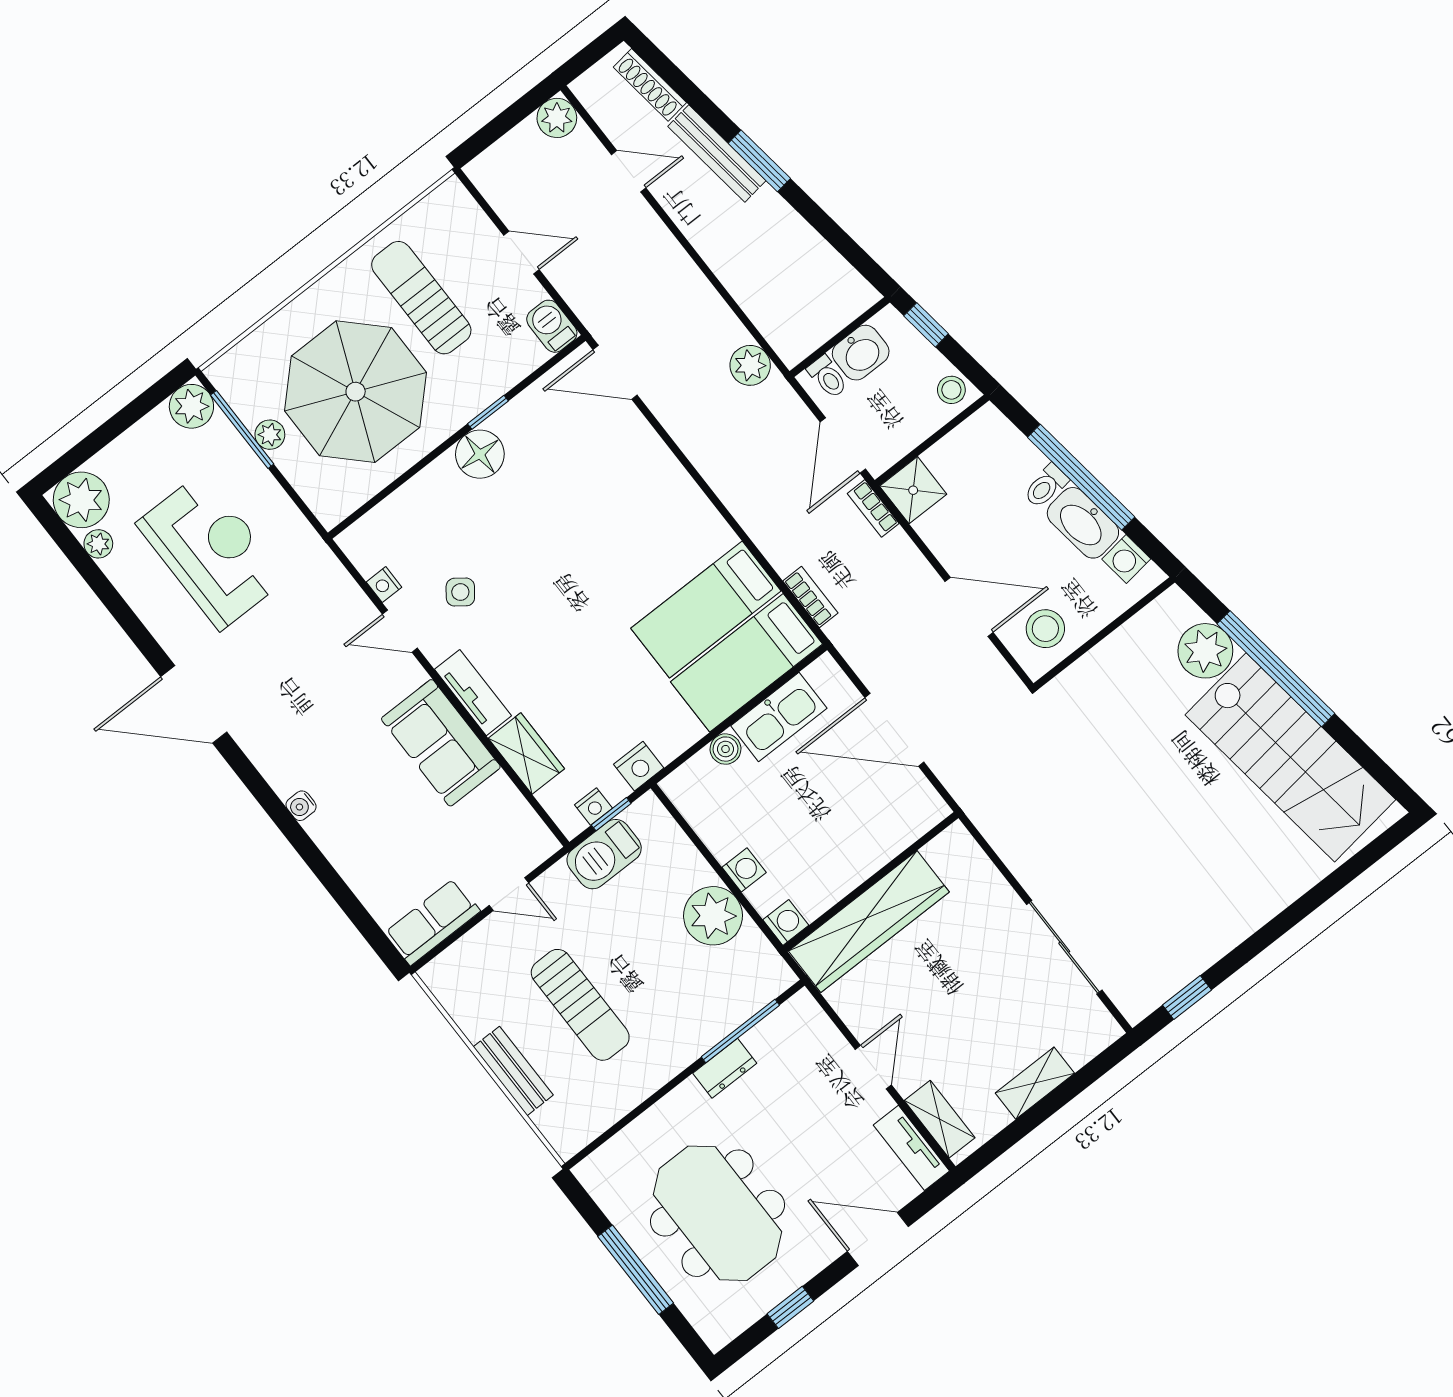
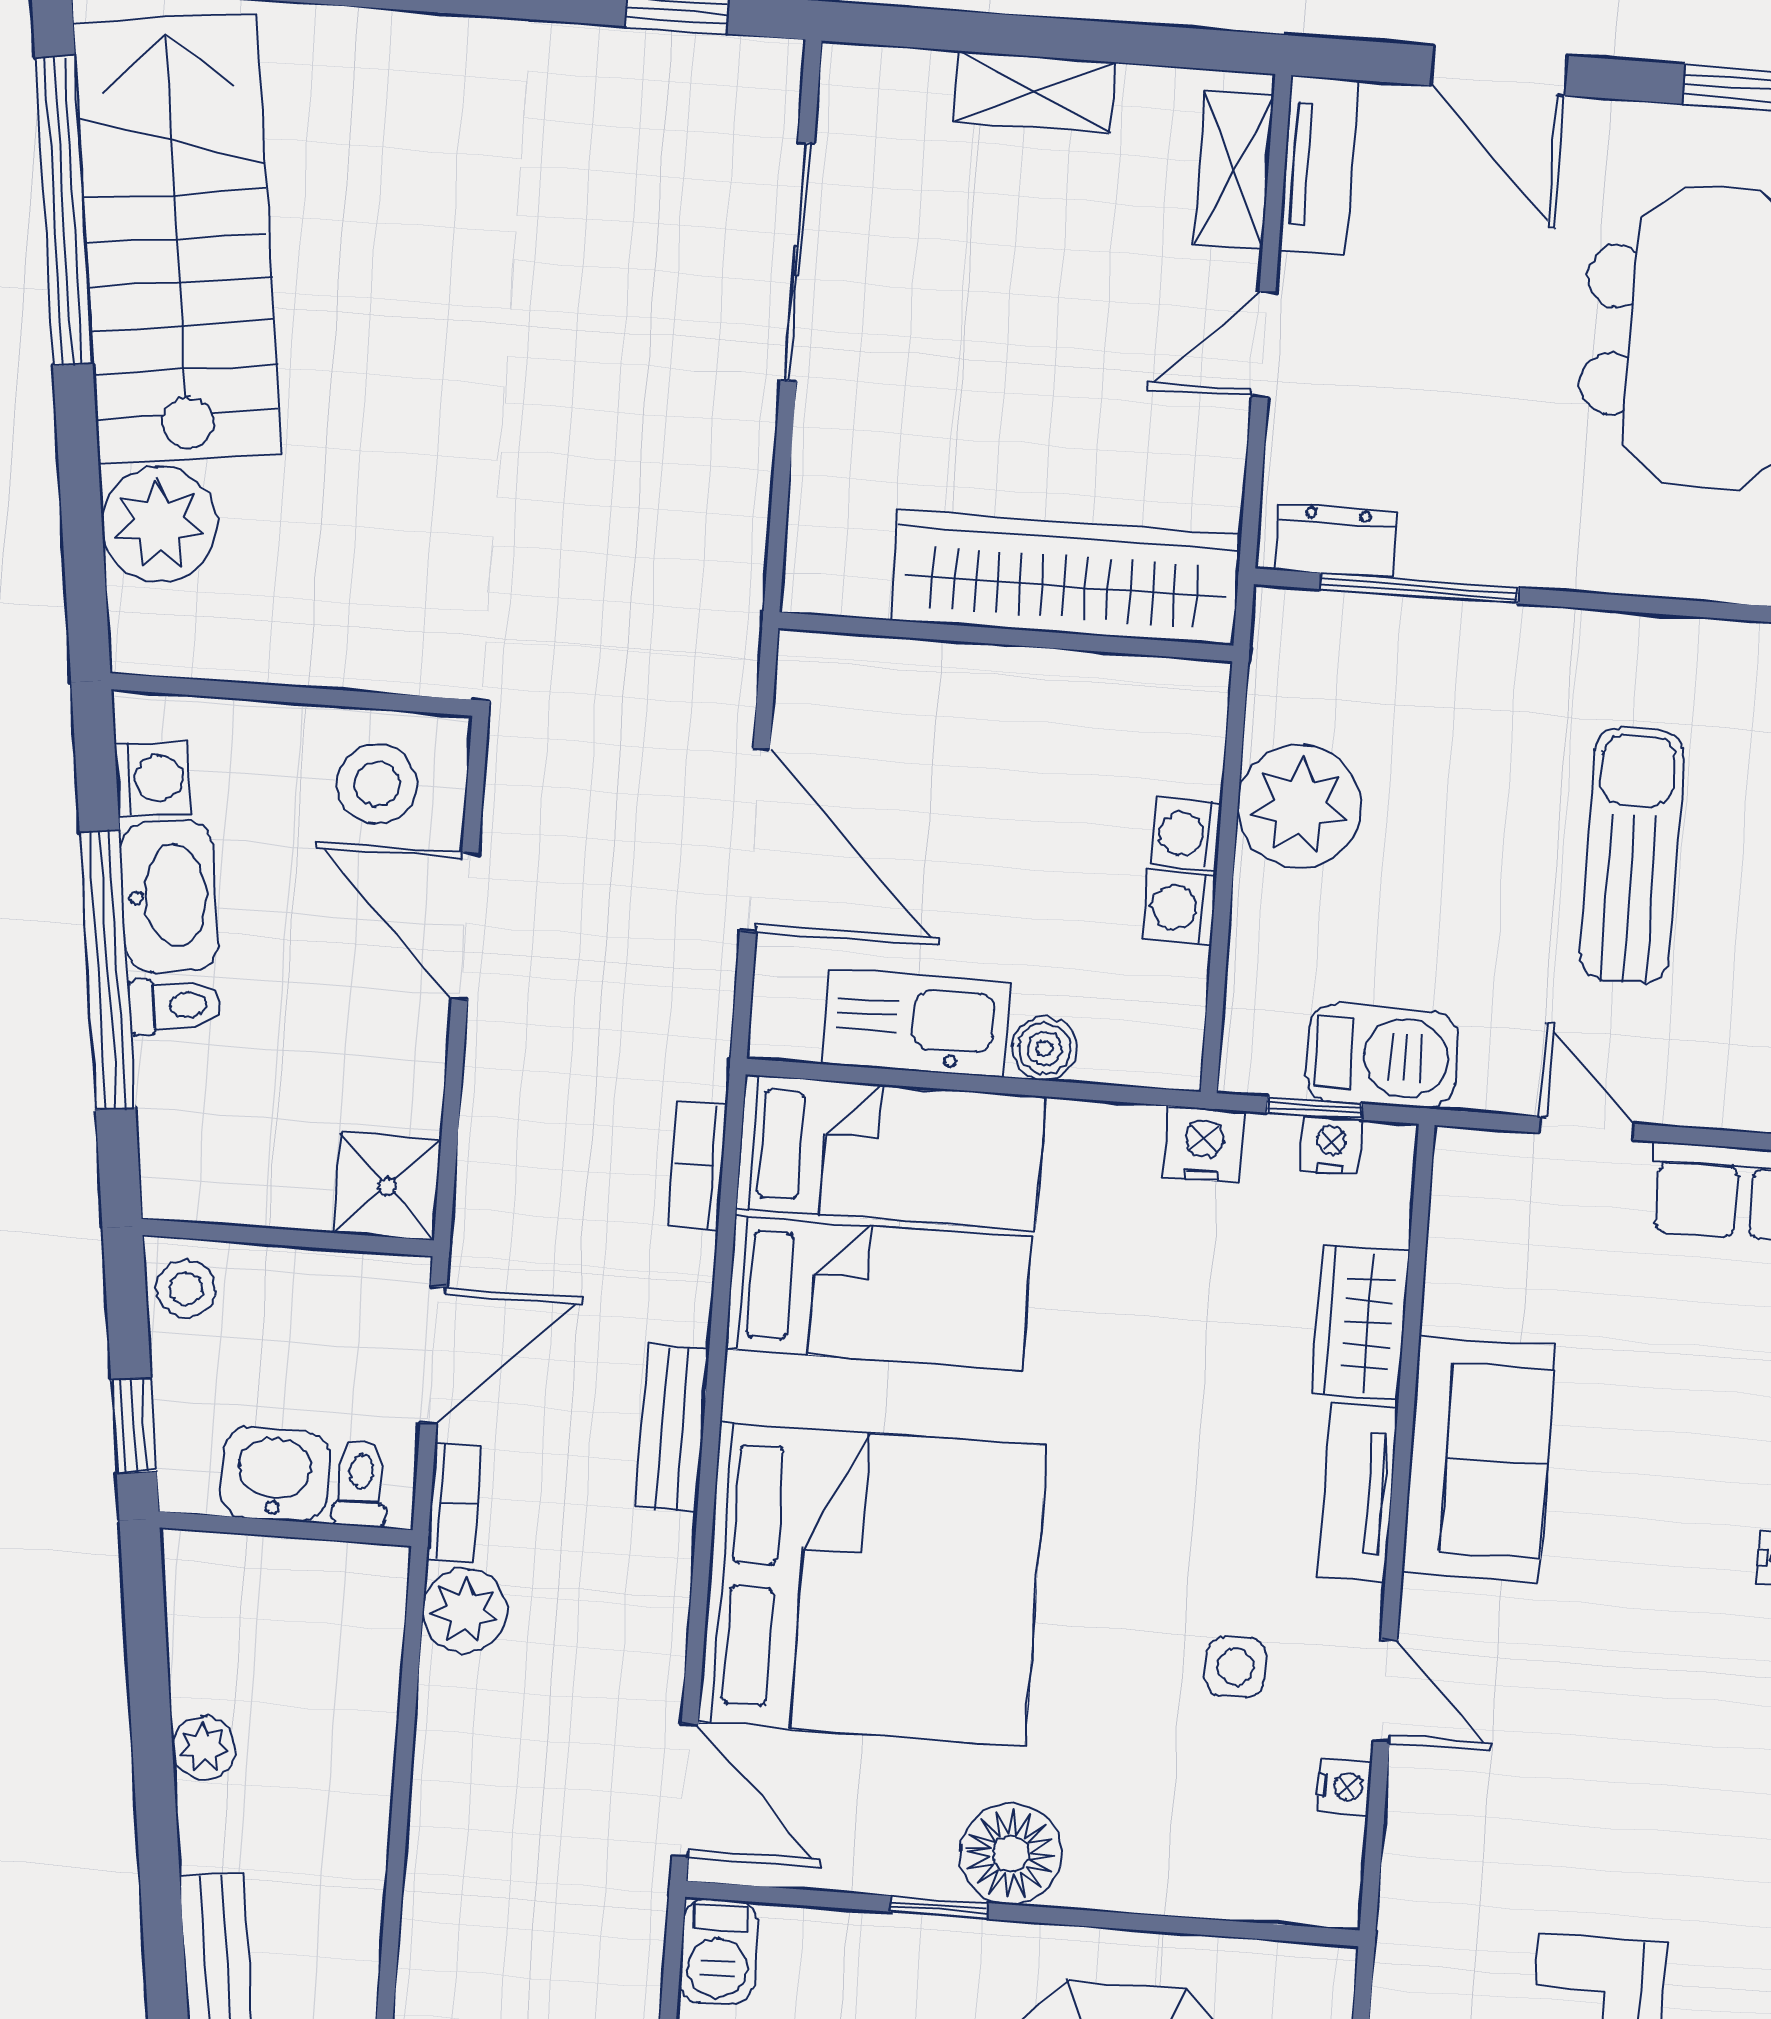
window: (759, 161) -> (162, 1916), removed
plant: (798, 234) -> (204, 1748), added
bench: (735, 496) -> (672, 1428), added
bed: (615, 505) -> (872, 1584), added
bookcase: (873, 508) -> (454, 1502), moved
side table: (460, 592) -> (1236, 1667), turned -37
window: (1276, 669) -> (64, 211), moved
washing machine: (786, 922) -> (1180, 908), moved
dresser: (725, 1068) -> (1337, 541), moved

